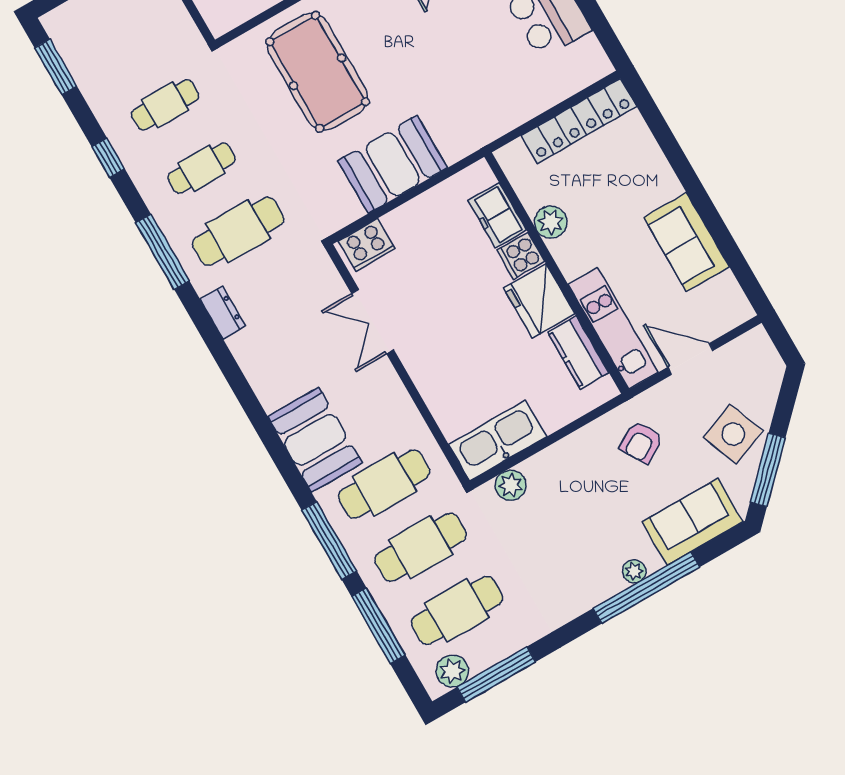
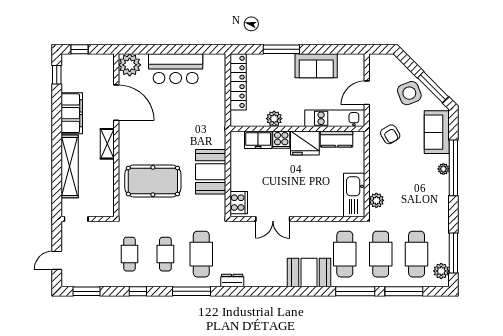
window: (680, 164) -> (281, 49), added

